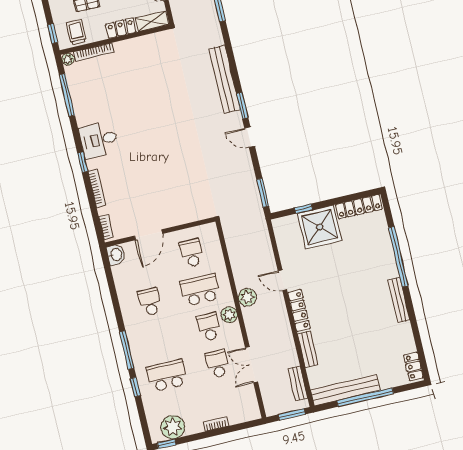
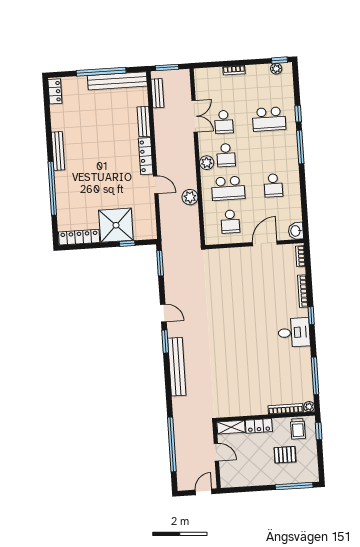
plant: (247, 297) -> (190, 197), moved
plant: (173, 427) -> (276, 69), width x0.53, depth x0.53

